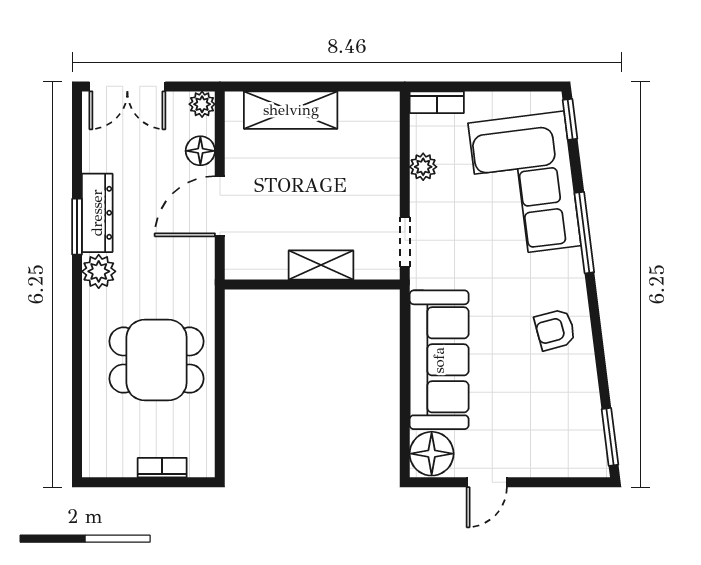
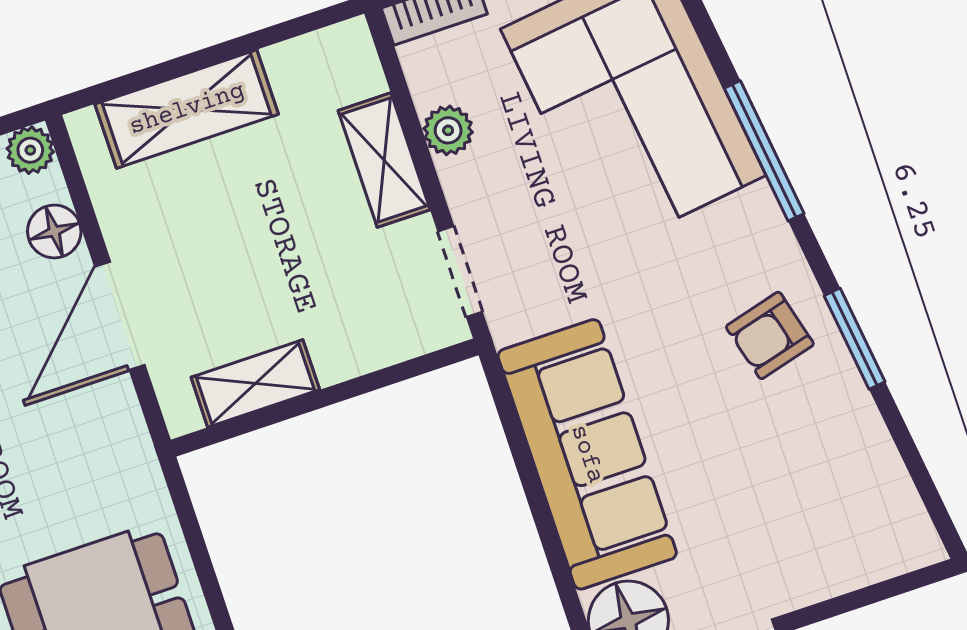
shelving: (385, 171) -> (384, 160), added
shelving: (321, 265) -> (255, 383), moved
window: (610, 437) -> (855, 339), moved

